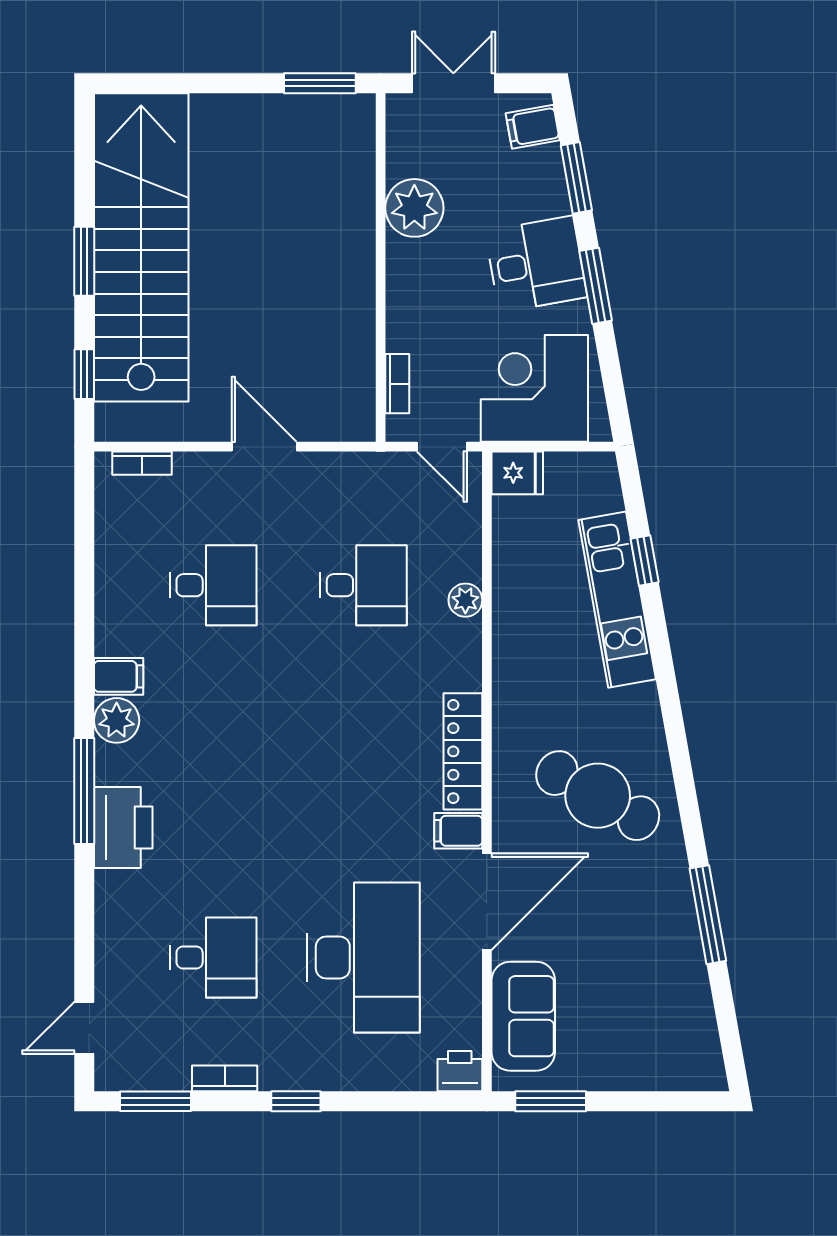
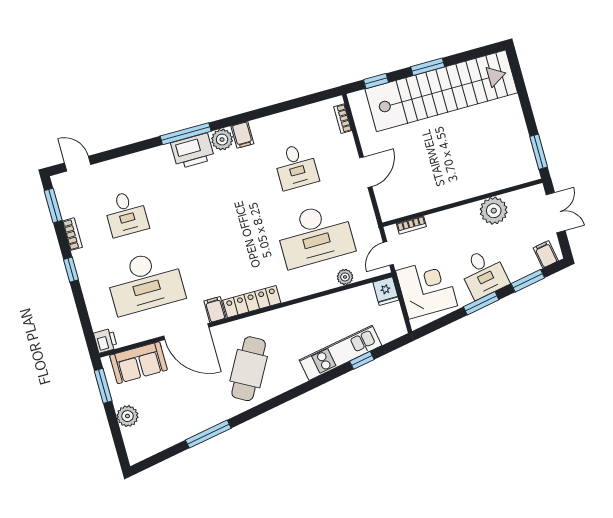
desk: (363, 585) -> (315, 235), width x1.87, depth x1.30
plant: (465, 600) -> (345, 277), moved
printer: (123, 828) -> (193, 151), moved
plant: (626, 1069) -> (127, 416), added

